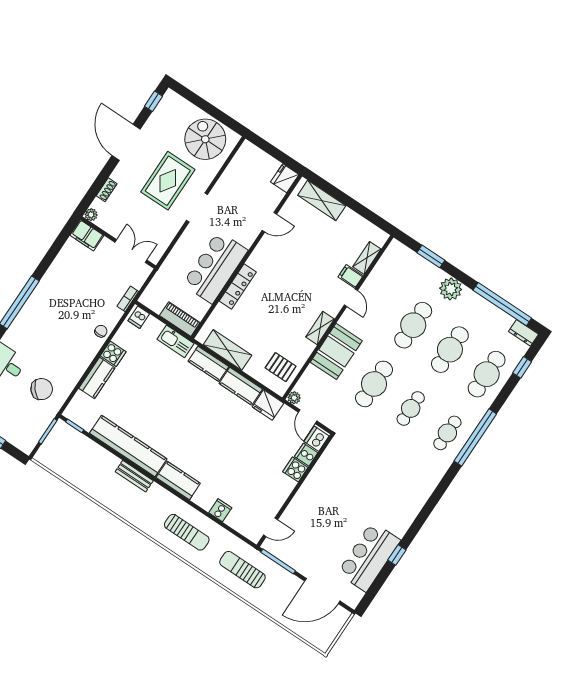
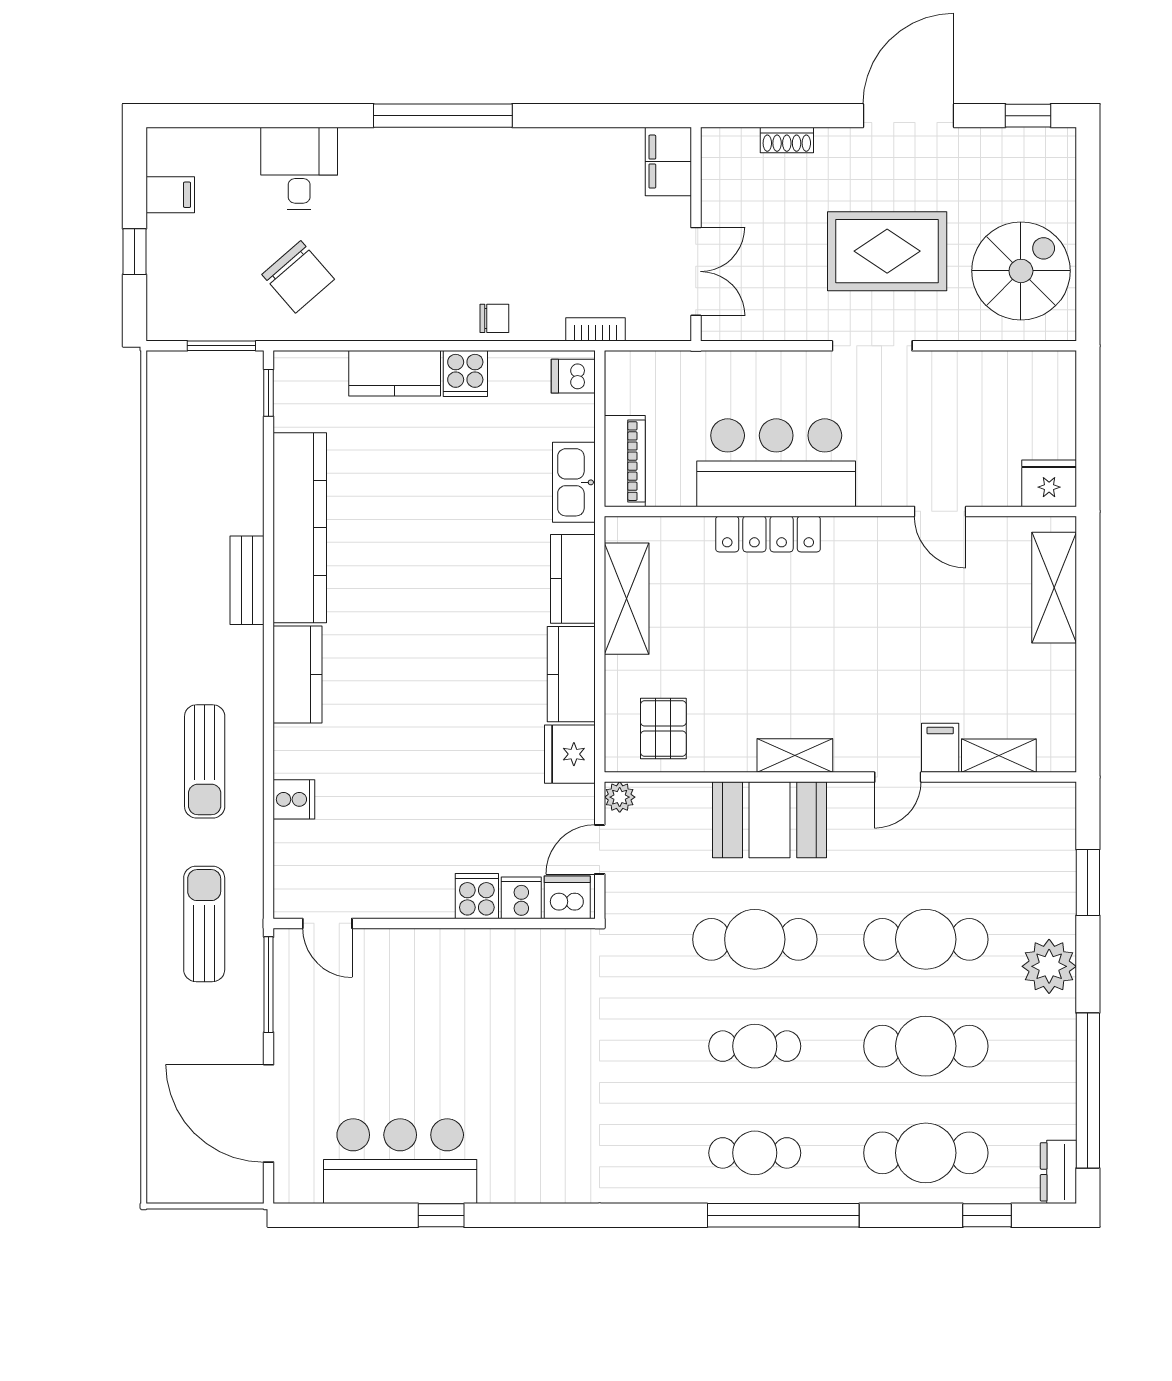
plant: (91, 215) -> (716, 142), removed

